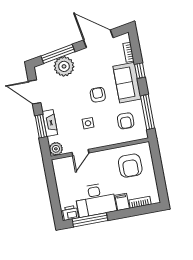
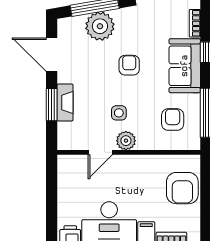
armchair: (98, 95) -> (129, 65), moved
armchair: (126, 121) -> (173, 120), turned 180
plant: (56, 149) -> (126, 141), moved
armchair: (130, 166) -> (182, 188), moved

